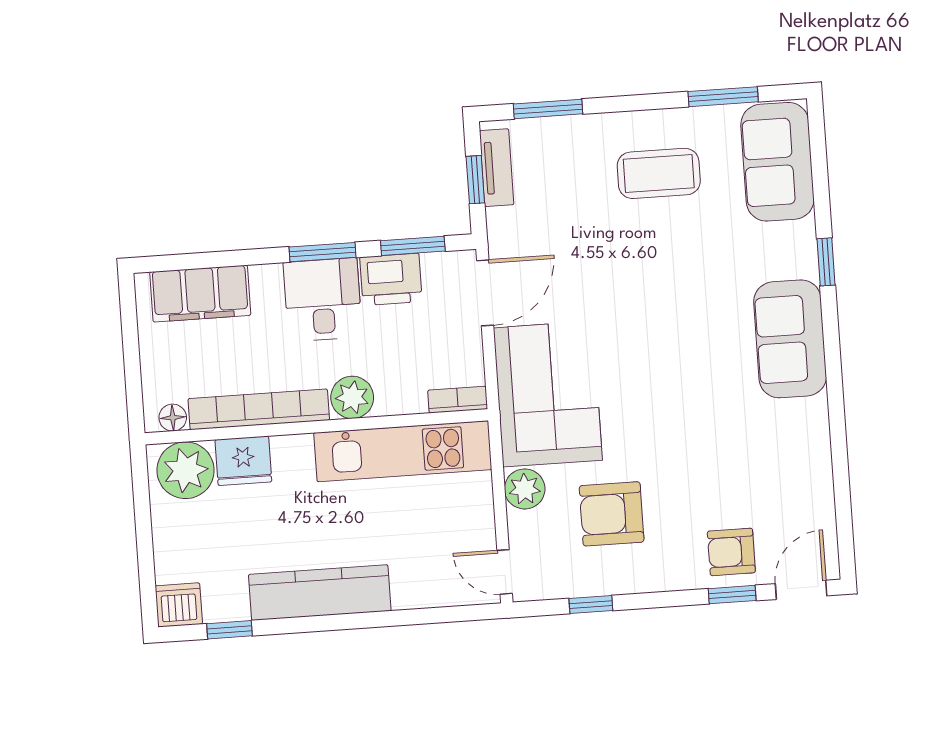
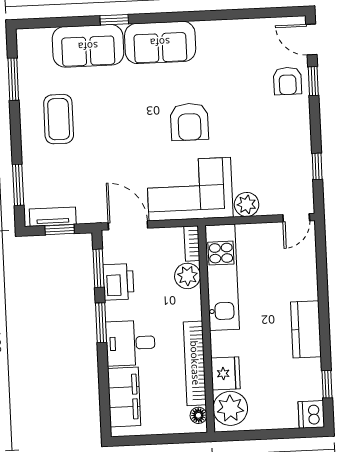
sofa: (777, 162) -> (88, 46), moved
desk: (323, 300) -> (130, 343), moved
plant: (352, 397) -> (188, 276), moved
armchair: (612, 514) -> (189, 122), moved
kitchen counter: (320, 593) -> (306, 329), width x0.67

